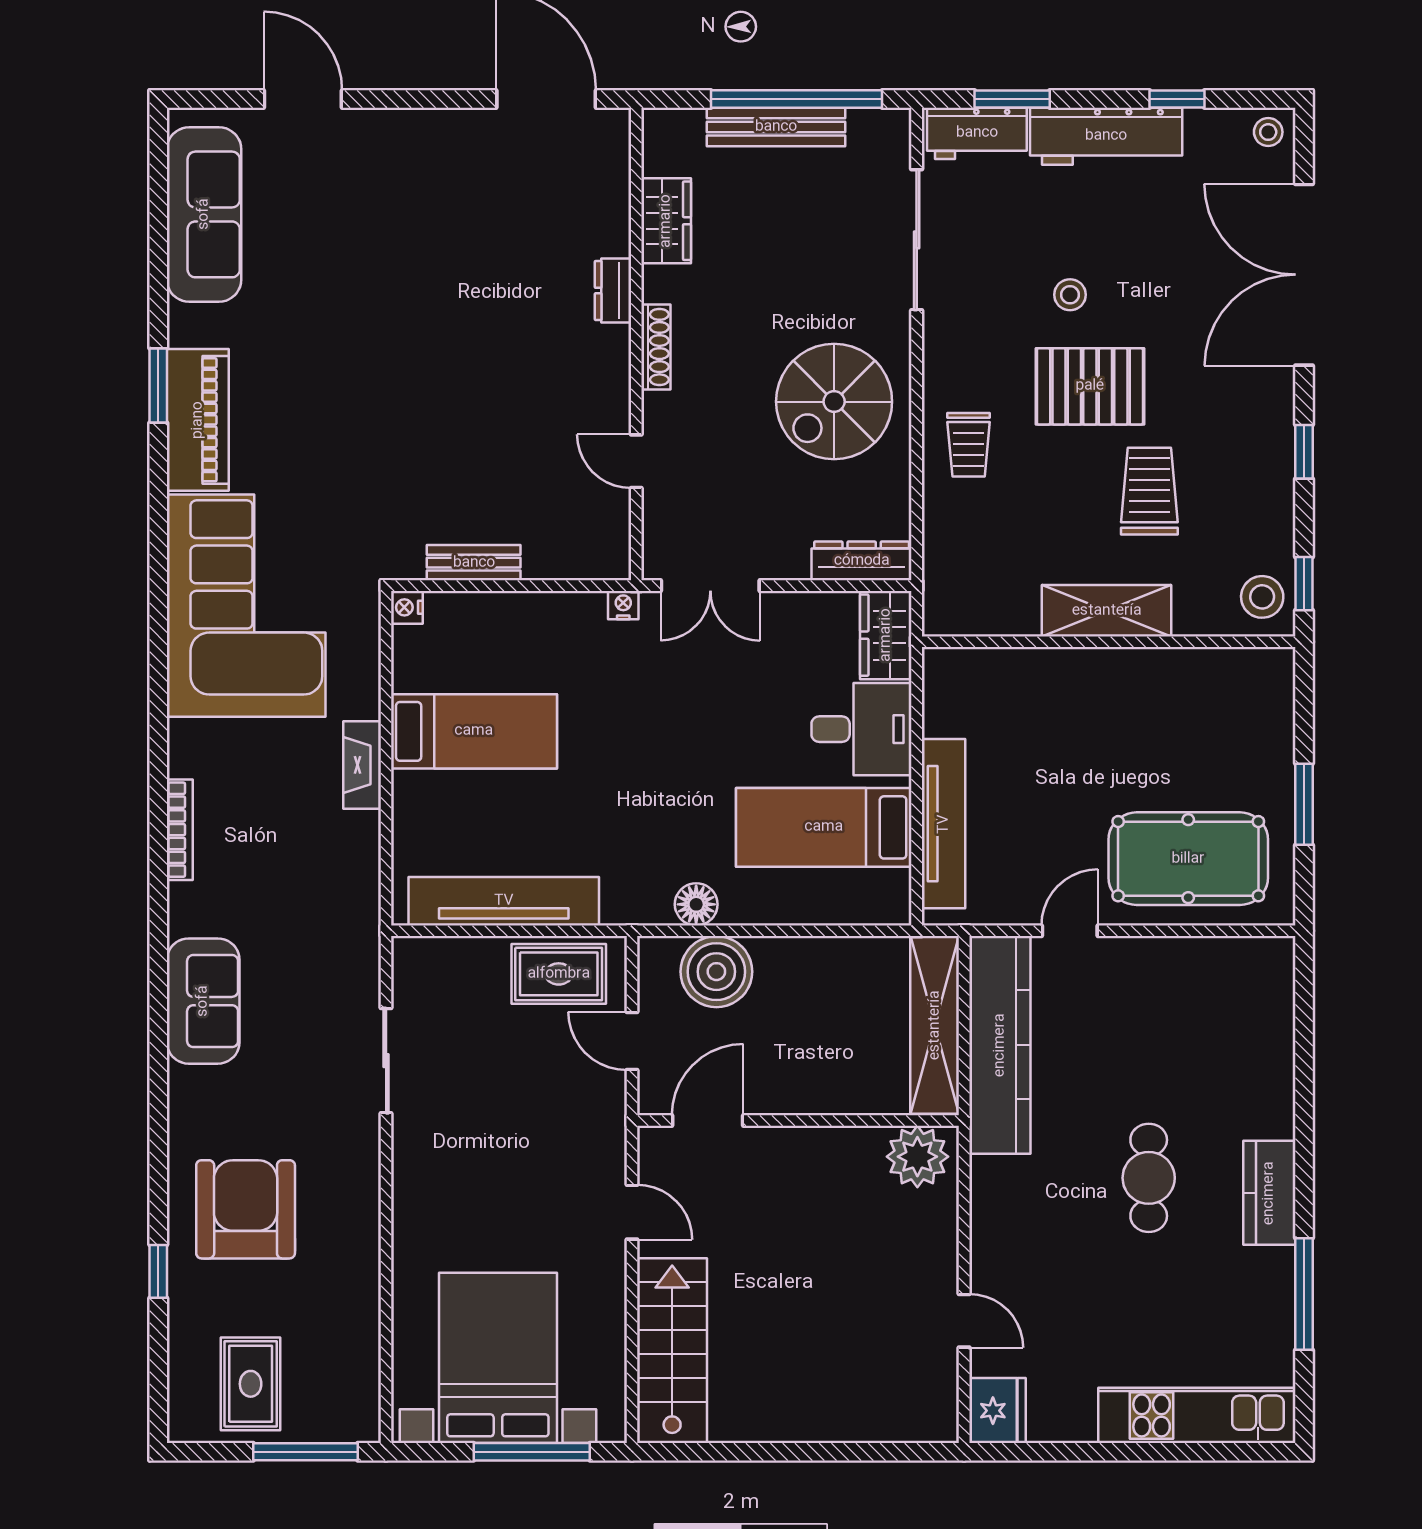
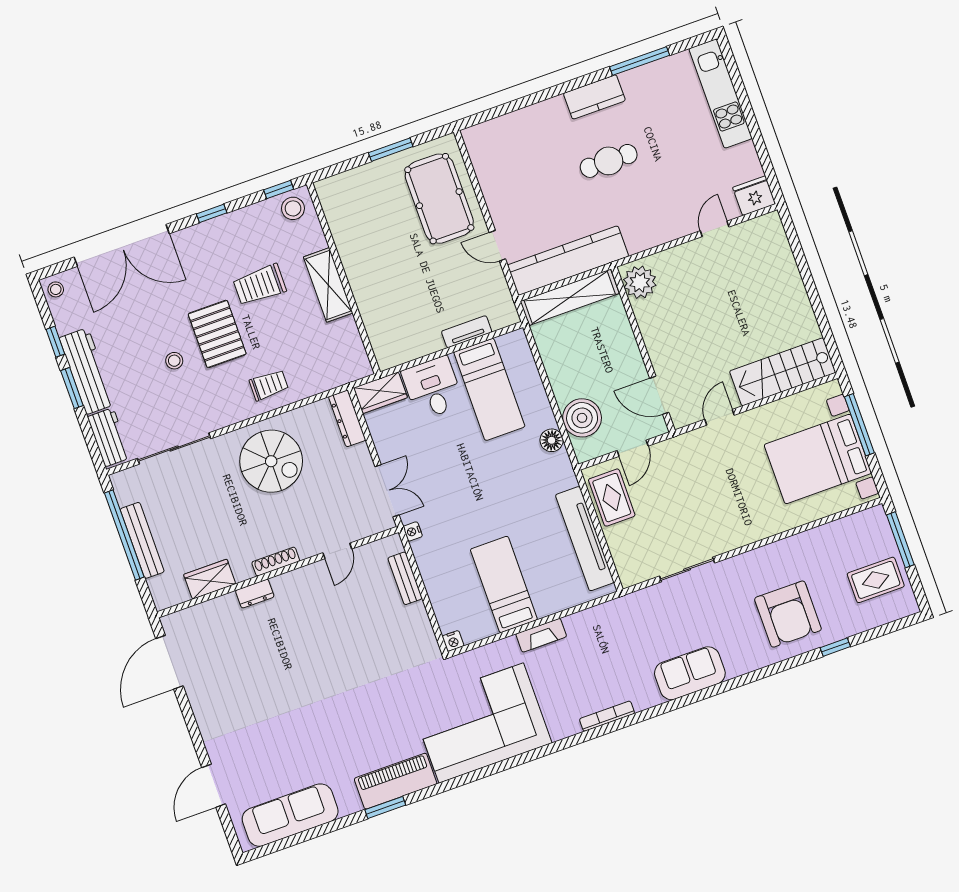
window: (1012, 99) -> (72, 388), moved
bench: (474, 563) -> (405, 578), moved
tv unit: (944, 824) -> (467, 332), width x0.52, depth x0.78
armchair: (246, 1209) -> (788, 614), turned -90

